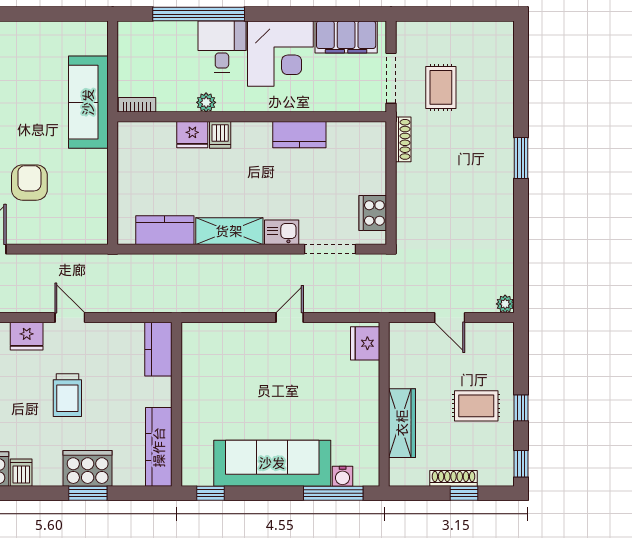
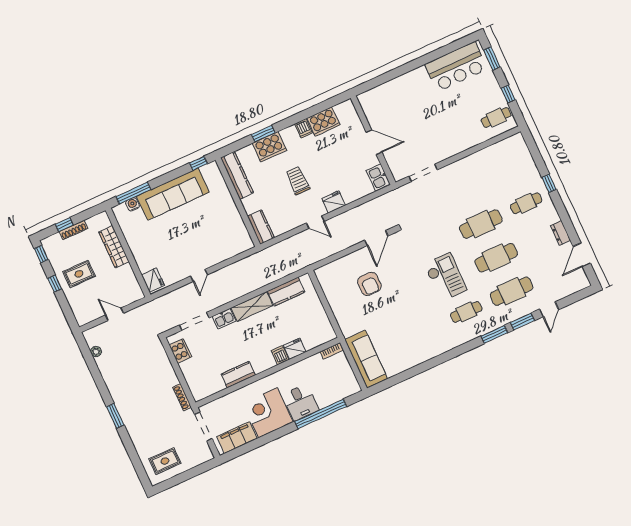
rug: (441, 87) -> (165, 461), moved, turned 90
sofa: (88, 102) -> (366, 359), moved
plant: (206, 102) -> (295, 369), removed
plant: (505, 304) -> (96, 352), moved

